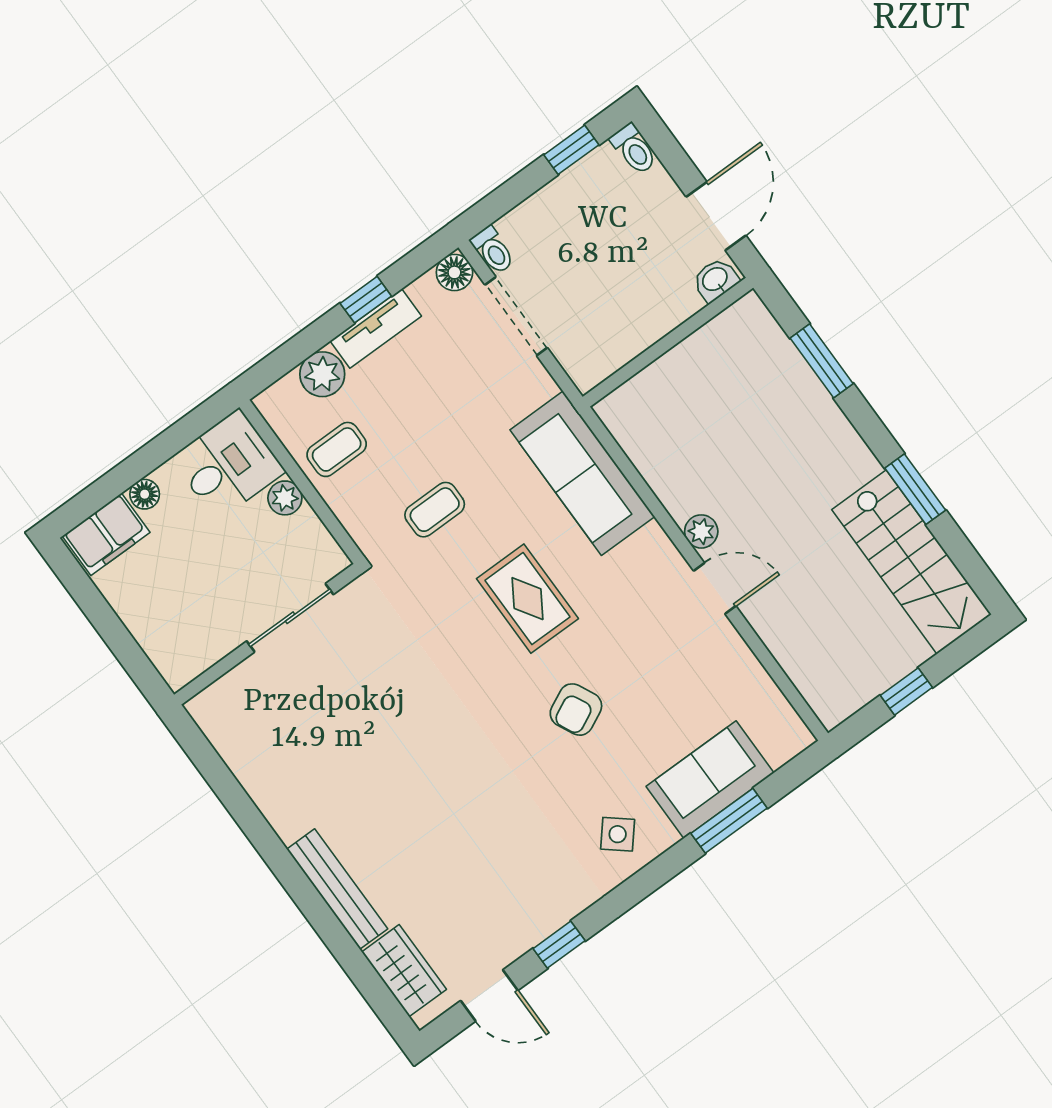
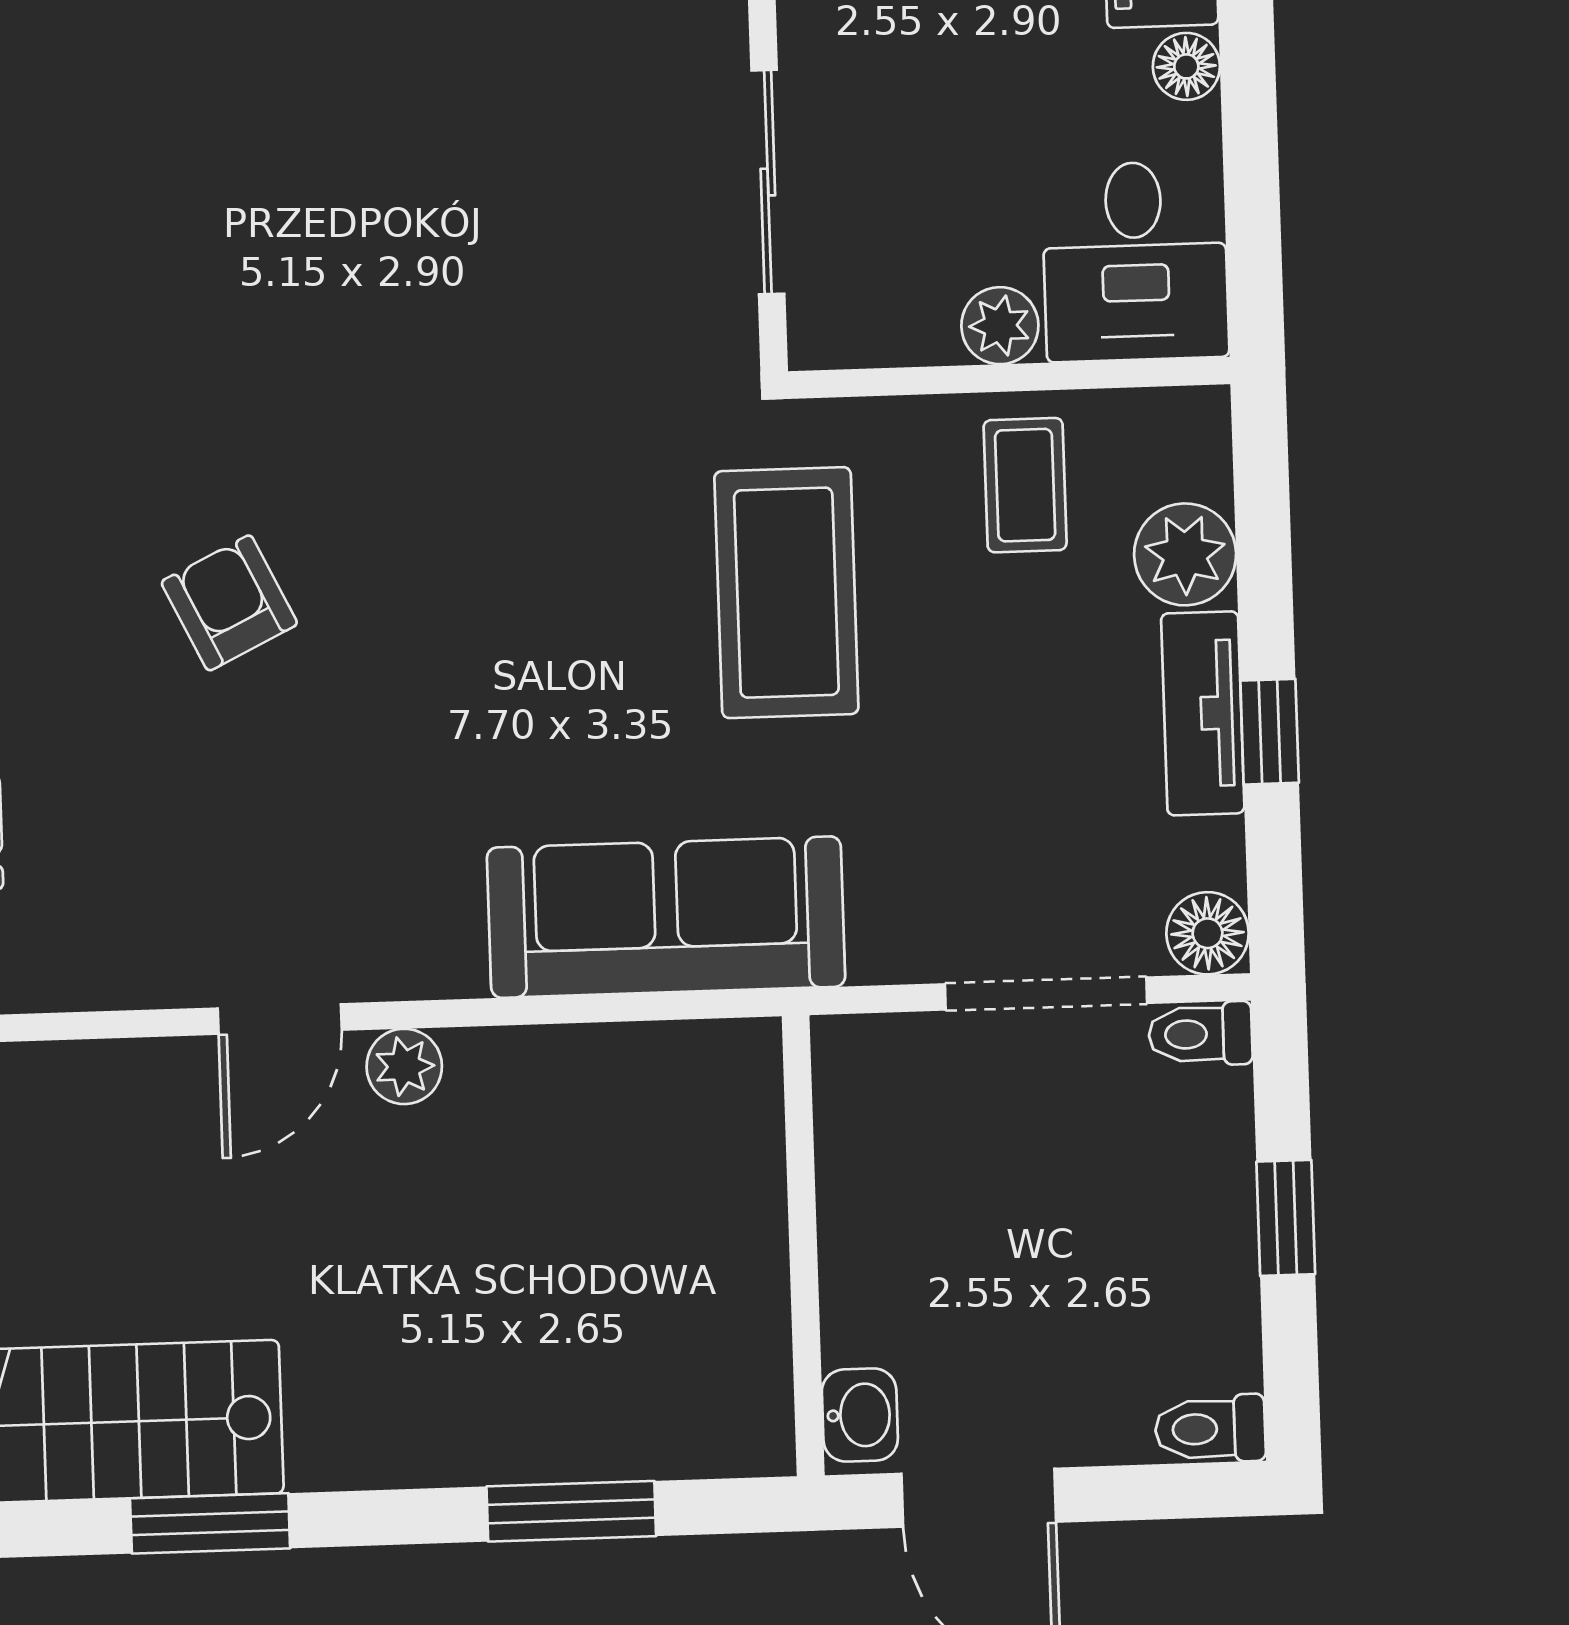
window: (571, 150) -> (1286, 1218), moved
coffee table: (435, 510) -> (786, 593), width x1.86, depth x1.72
rug: (527, 599) -> (500, 654), removed

